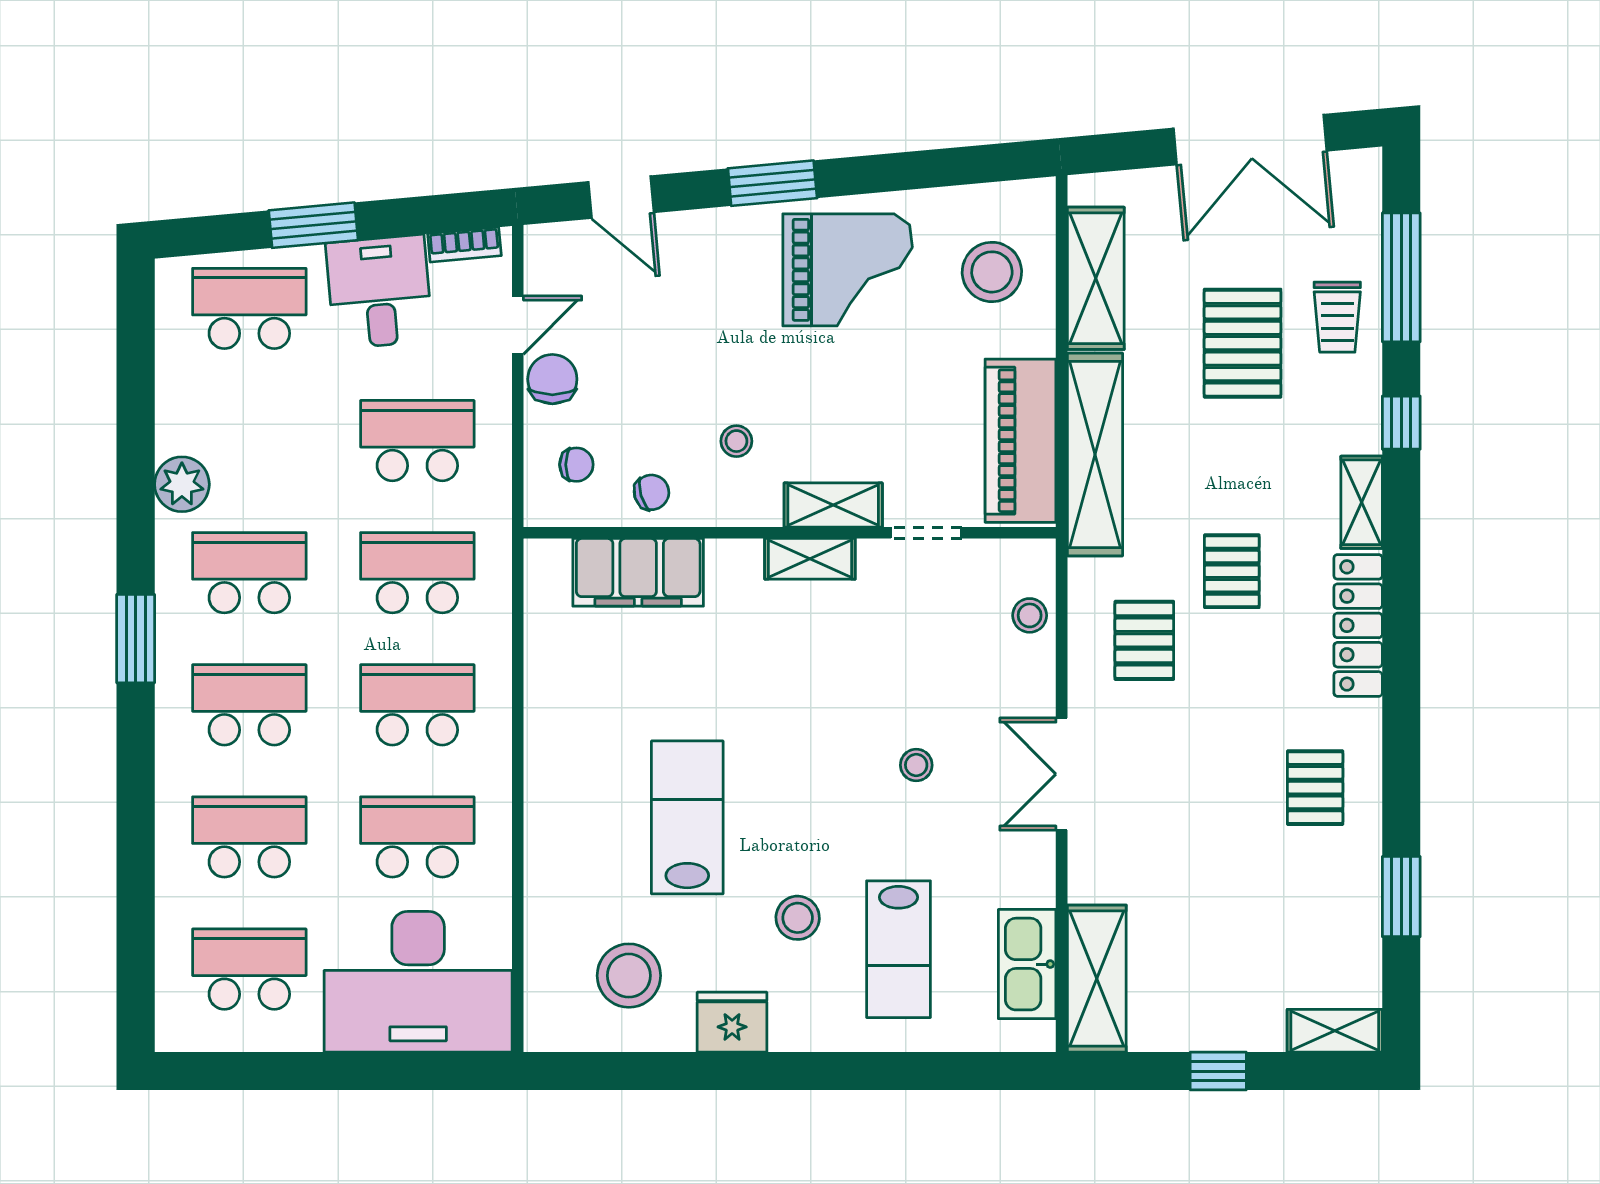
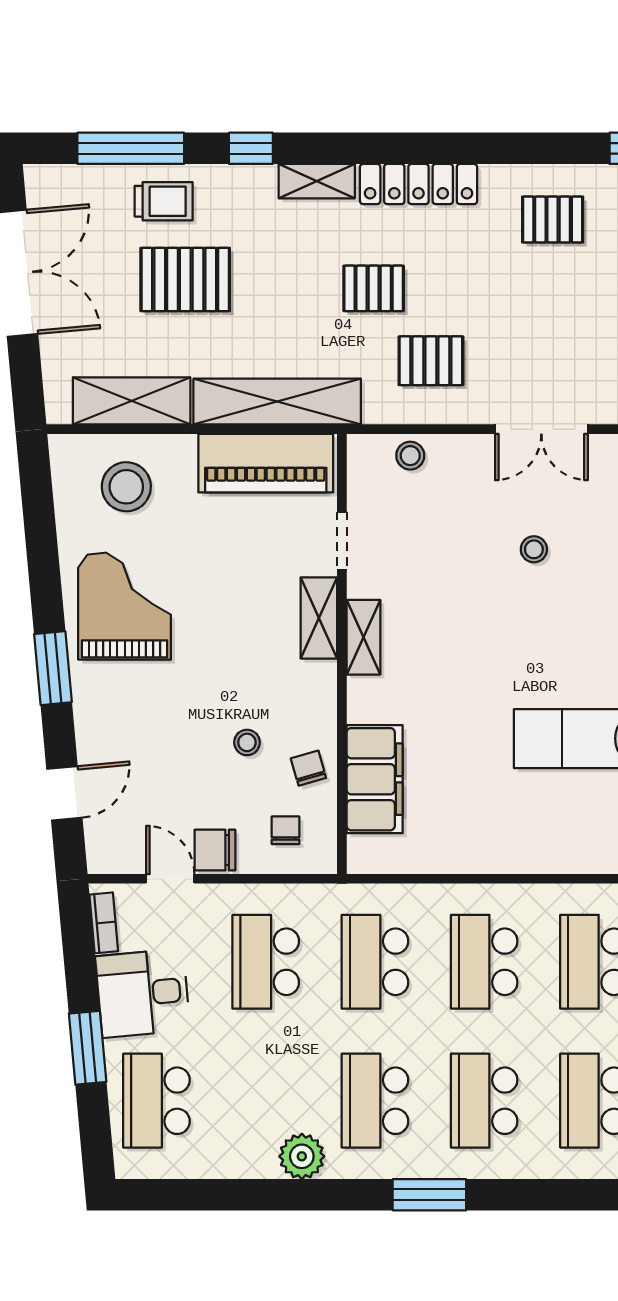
stool: (736, 441) -> (247, 742), moved

